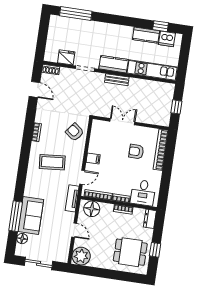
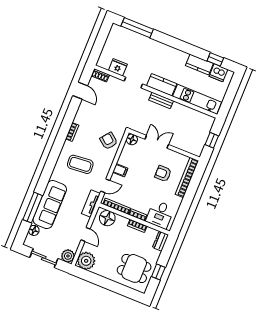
floor lamp: (97, 125) -> (132, 139), added
sofa: (31, 216) -> (50, 205), width x1.36
plant: (62, 256) -> (68, 256), added

